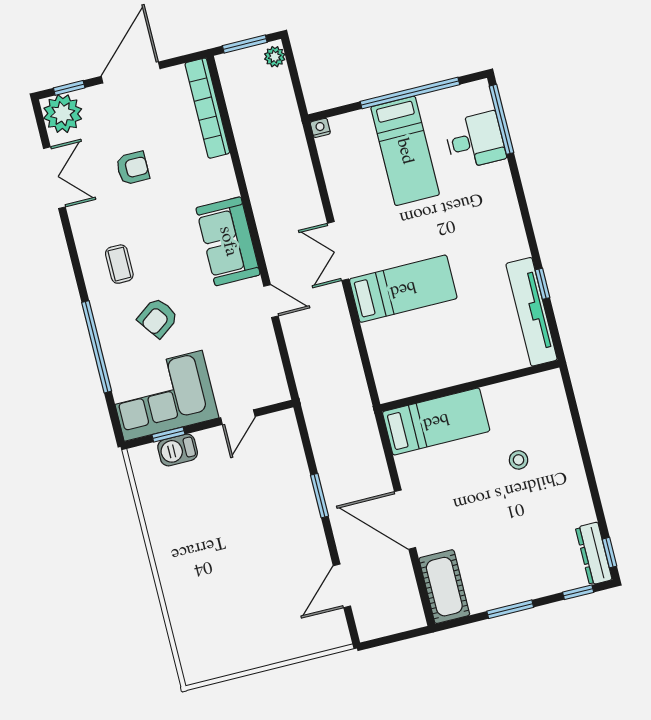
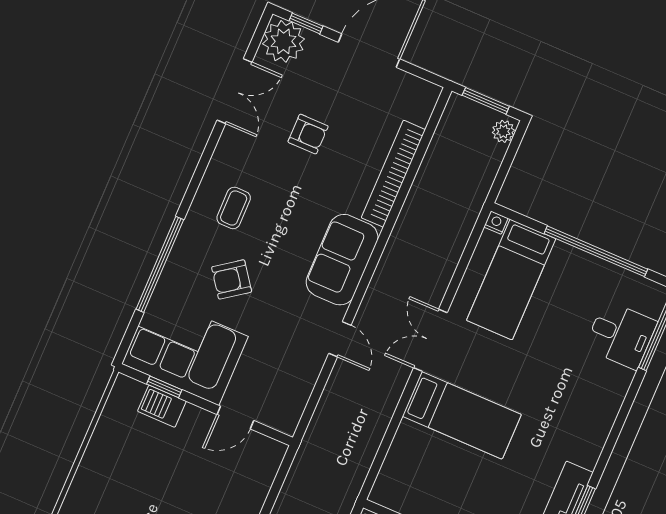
bookcase: (207, 108) -> (393, 174), moved
bed: (405, 151) -> (511, 280), moved

